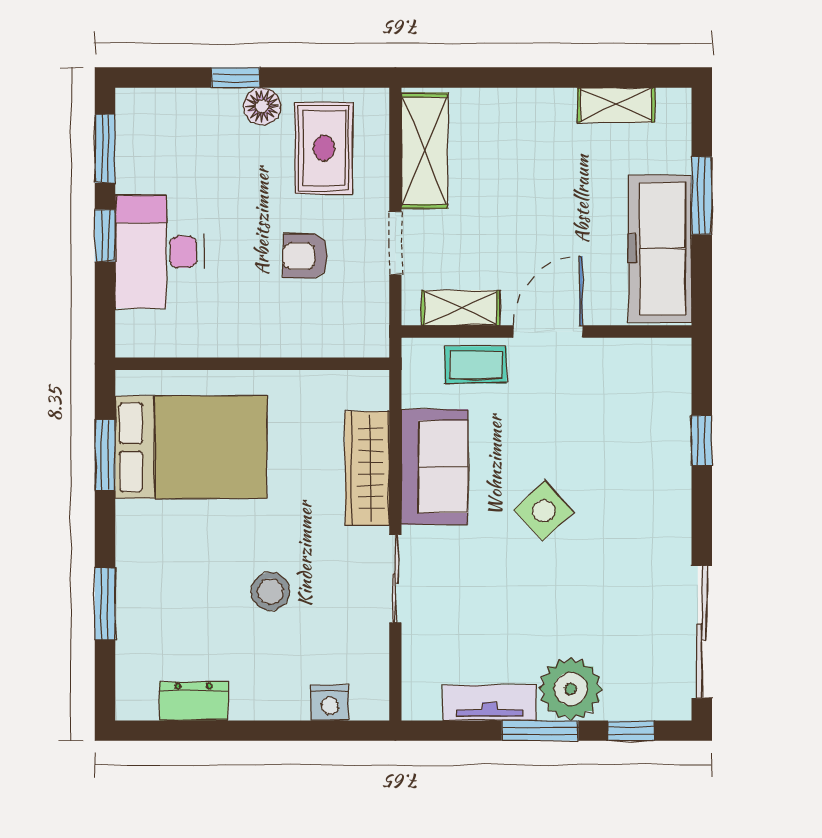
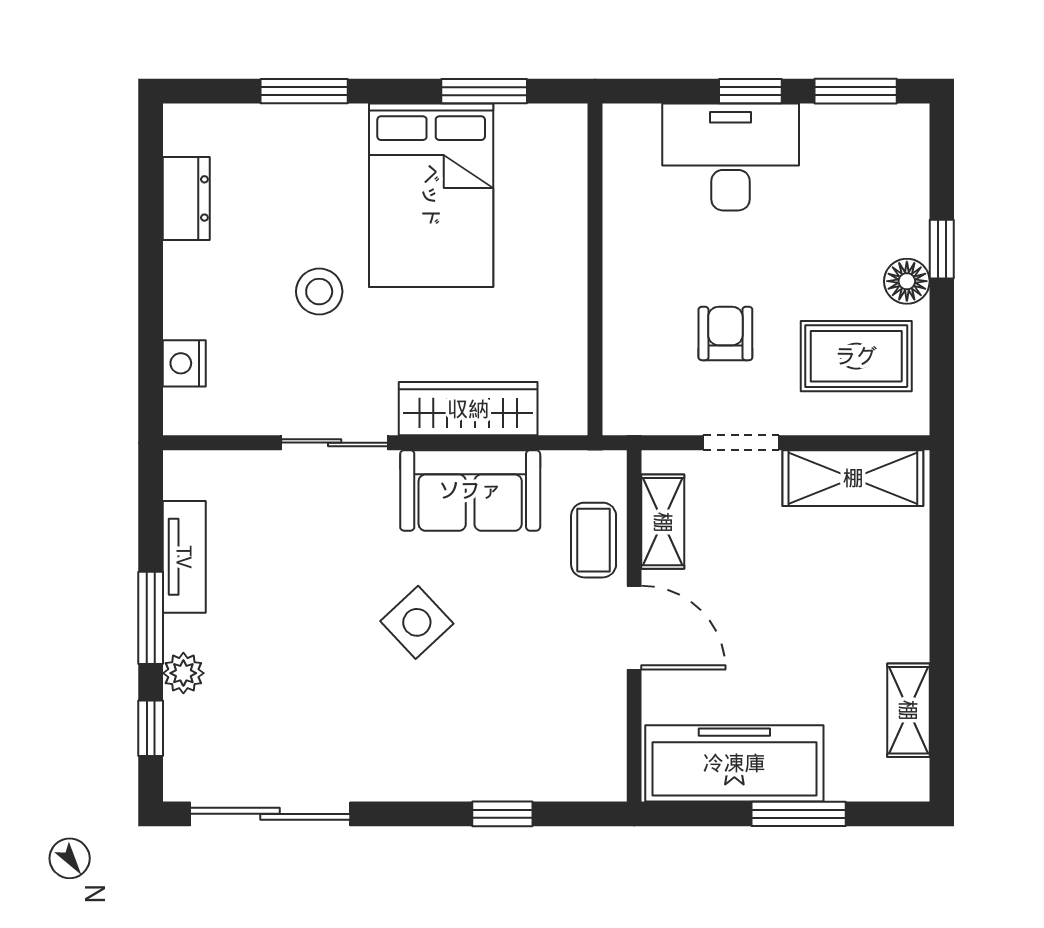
bed: (191, 447) -> (431, 195), moved
plant: (571, 689) -> (183, 673), width x0.53, depth x0.53

